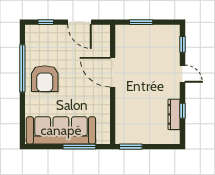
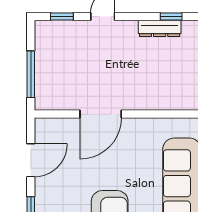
window: (141, 22) -> (31, 74), width x1.44
window: (182, 111) -> (171, 17), moved

